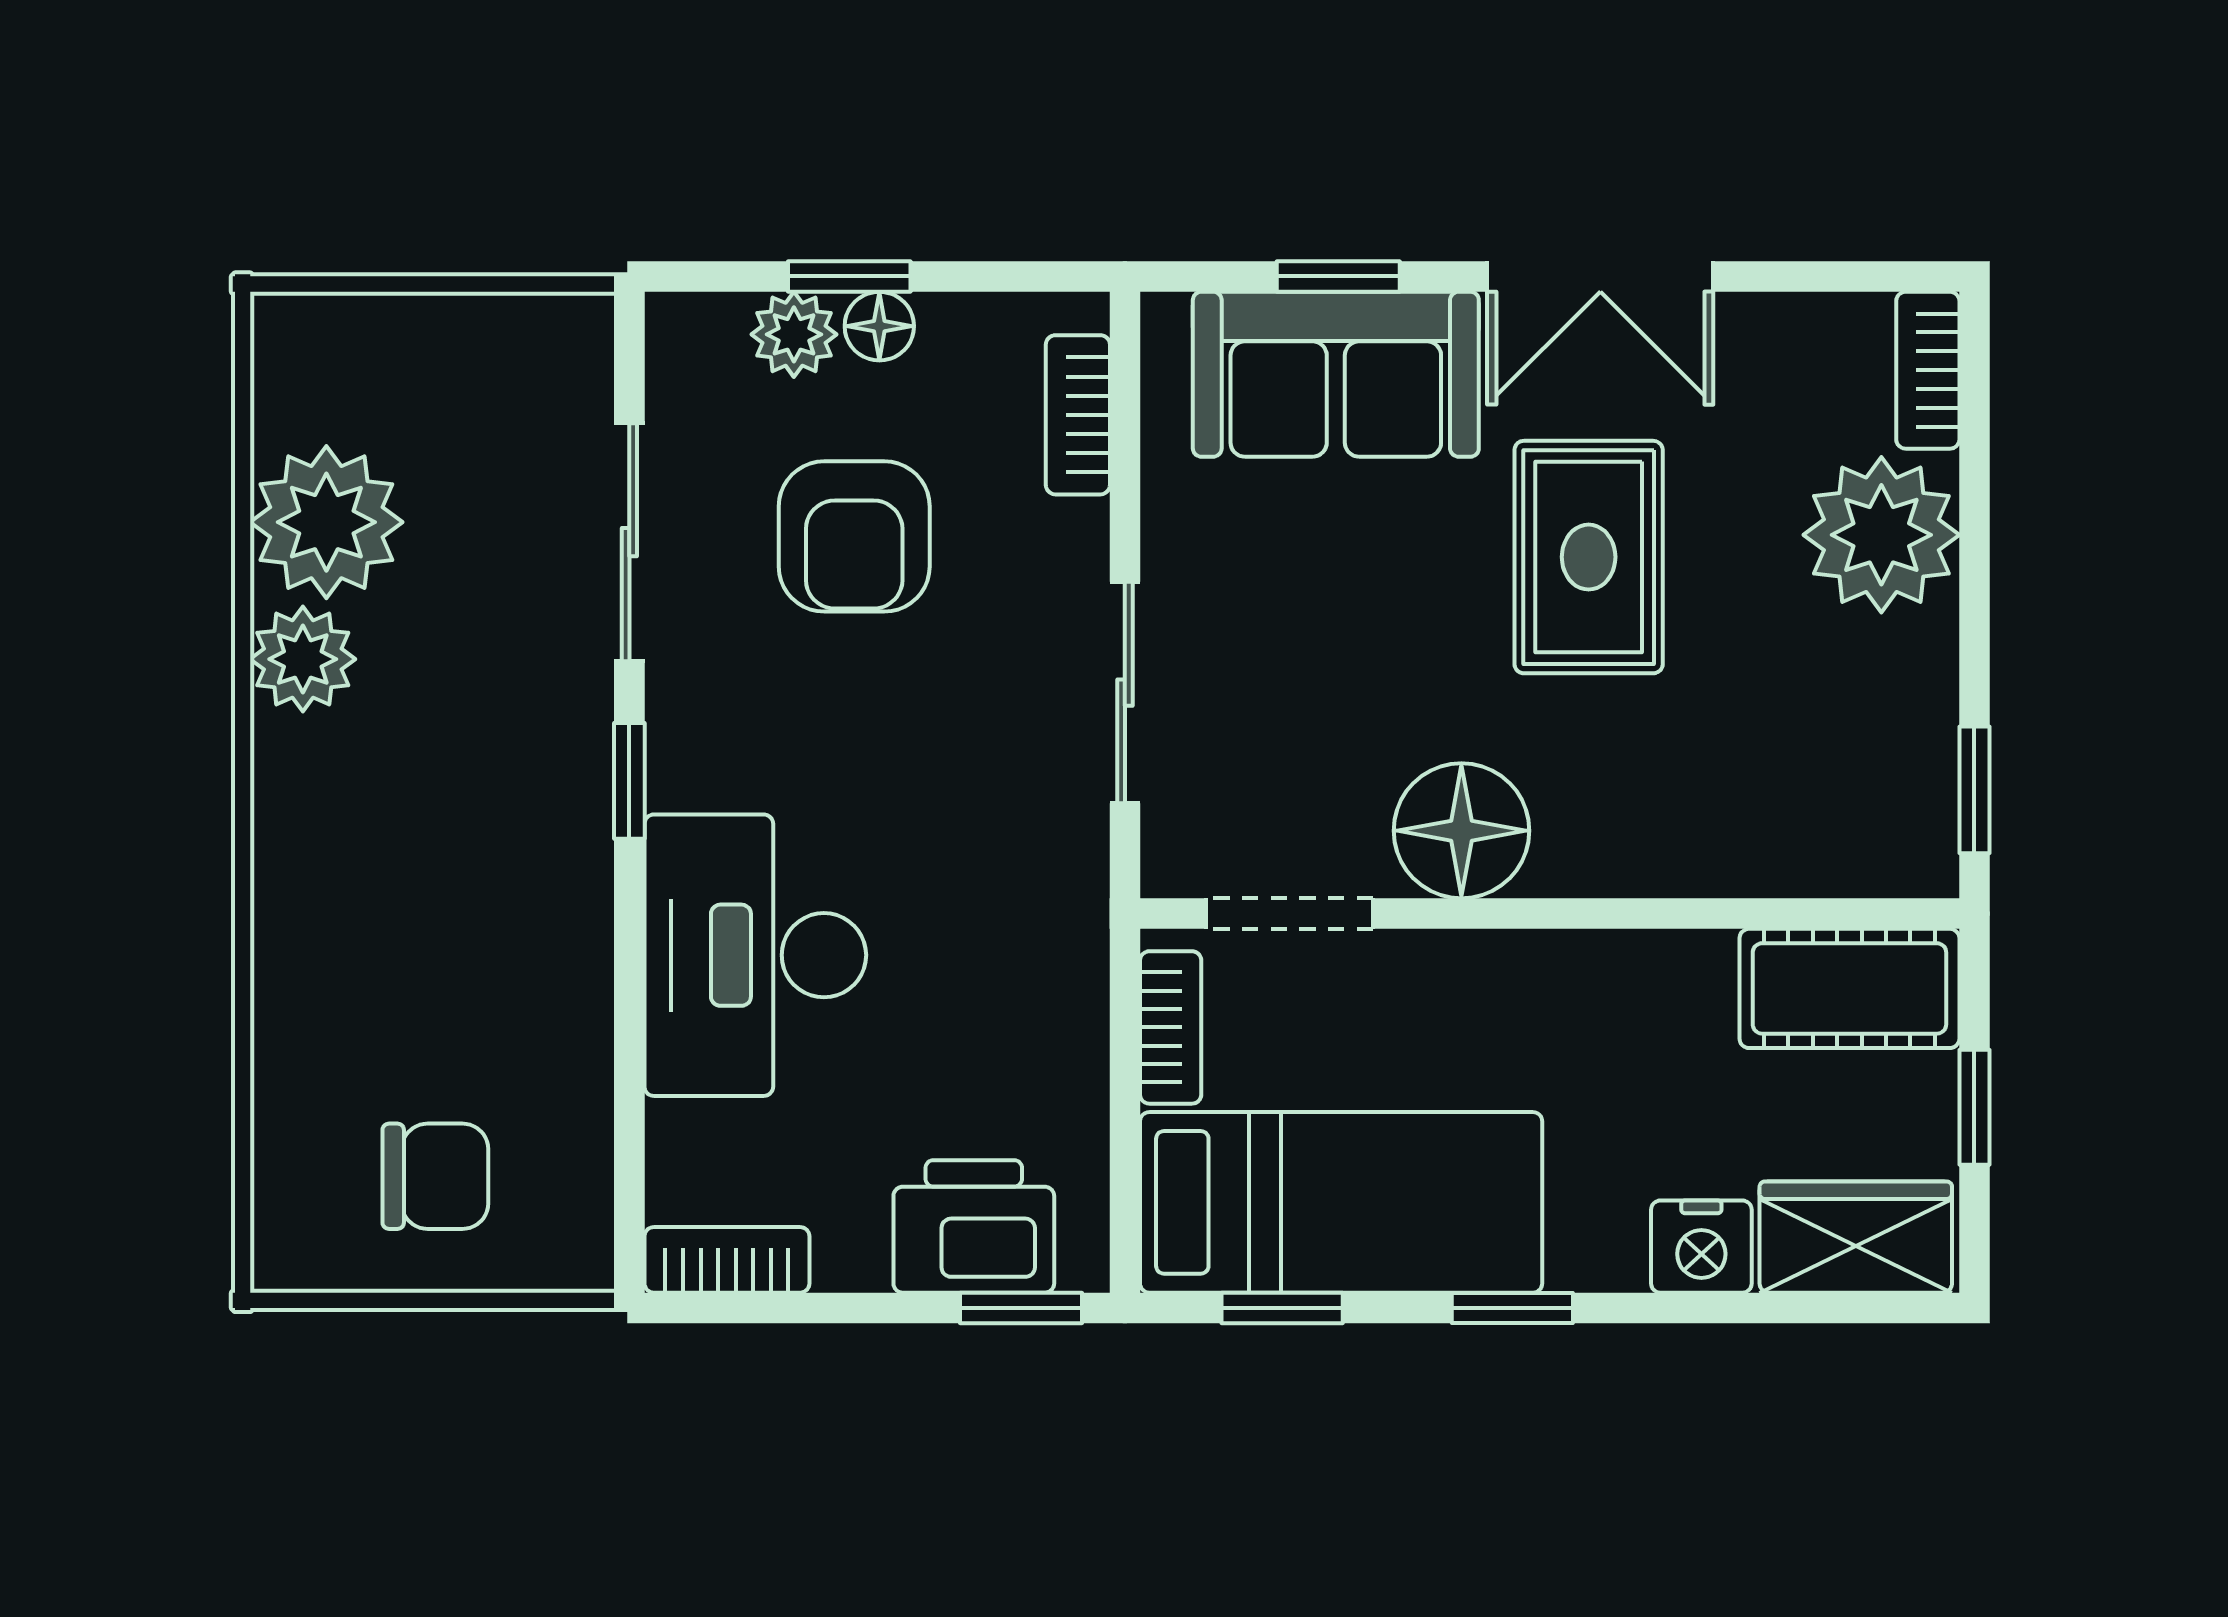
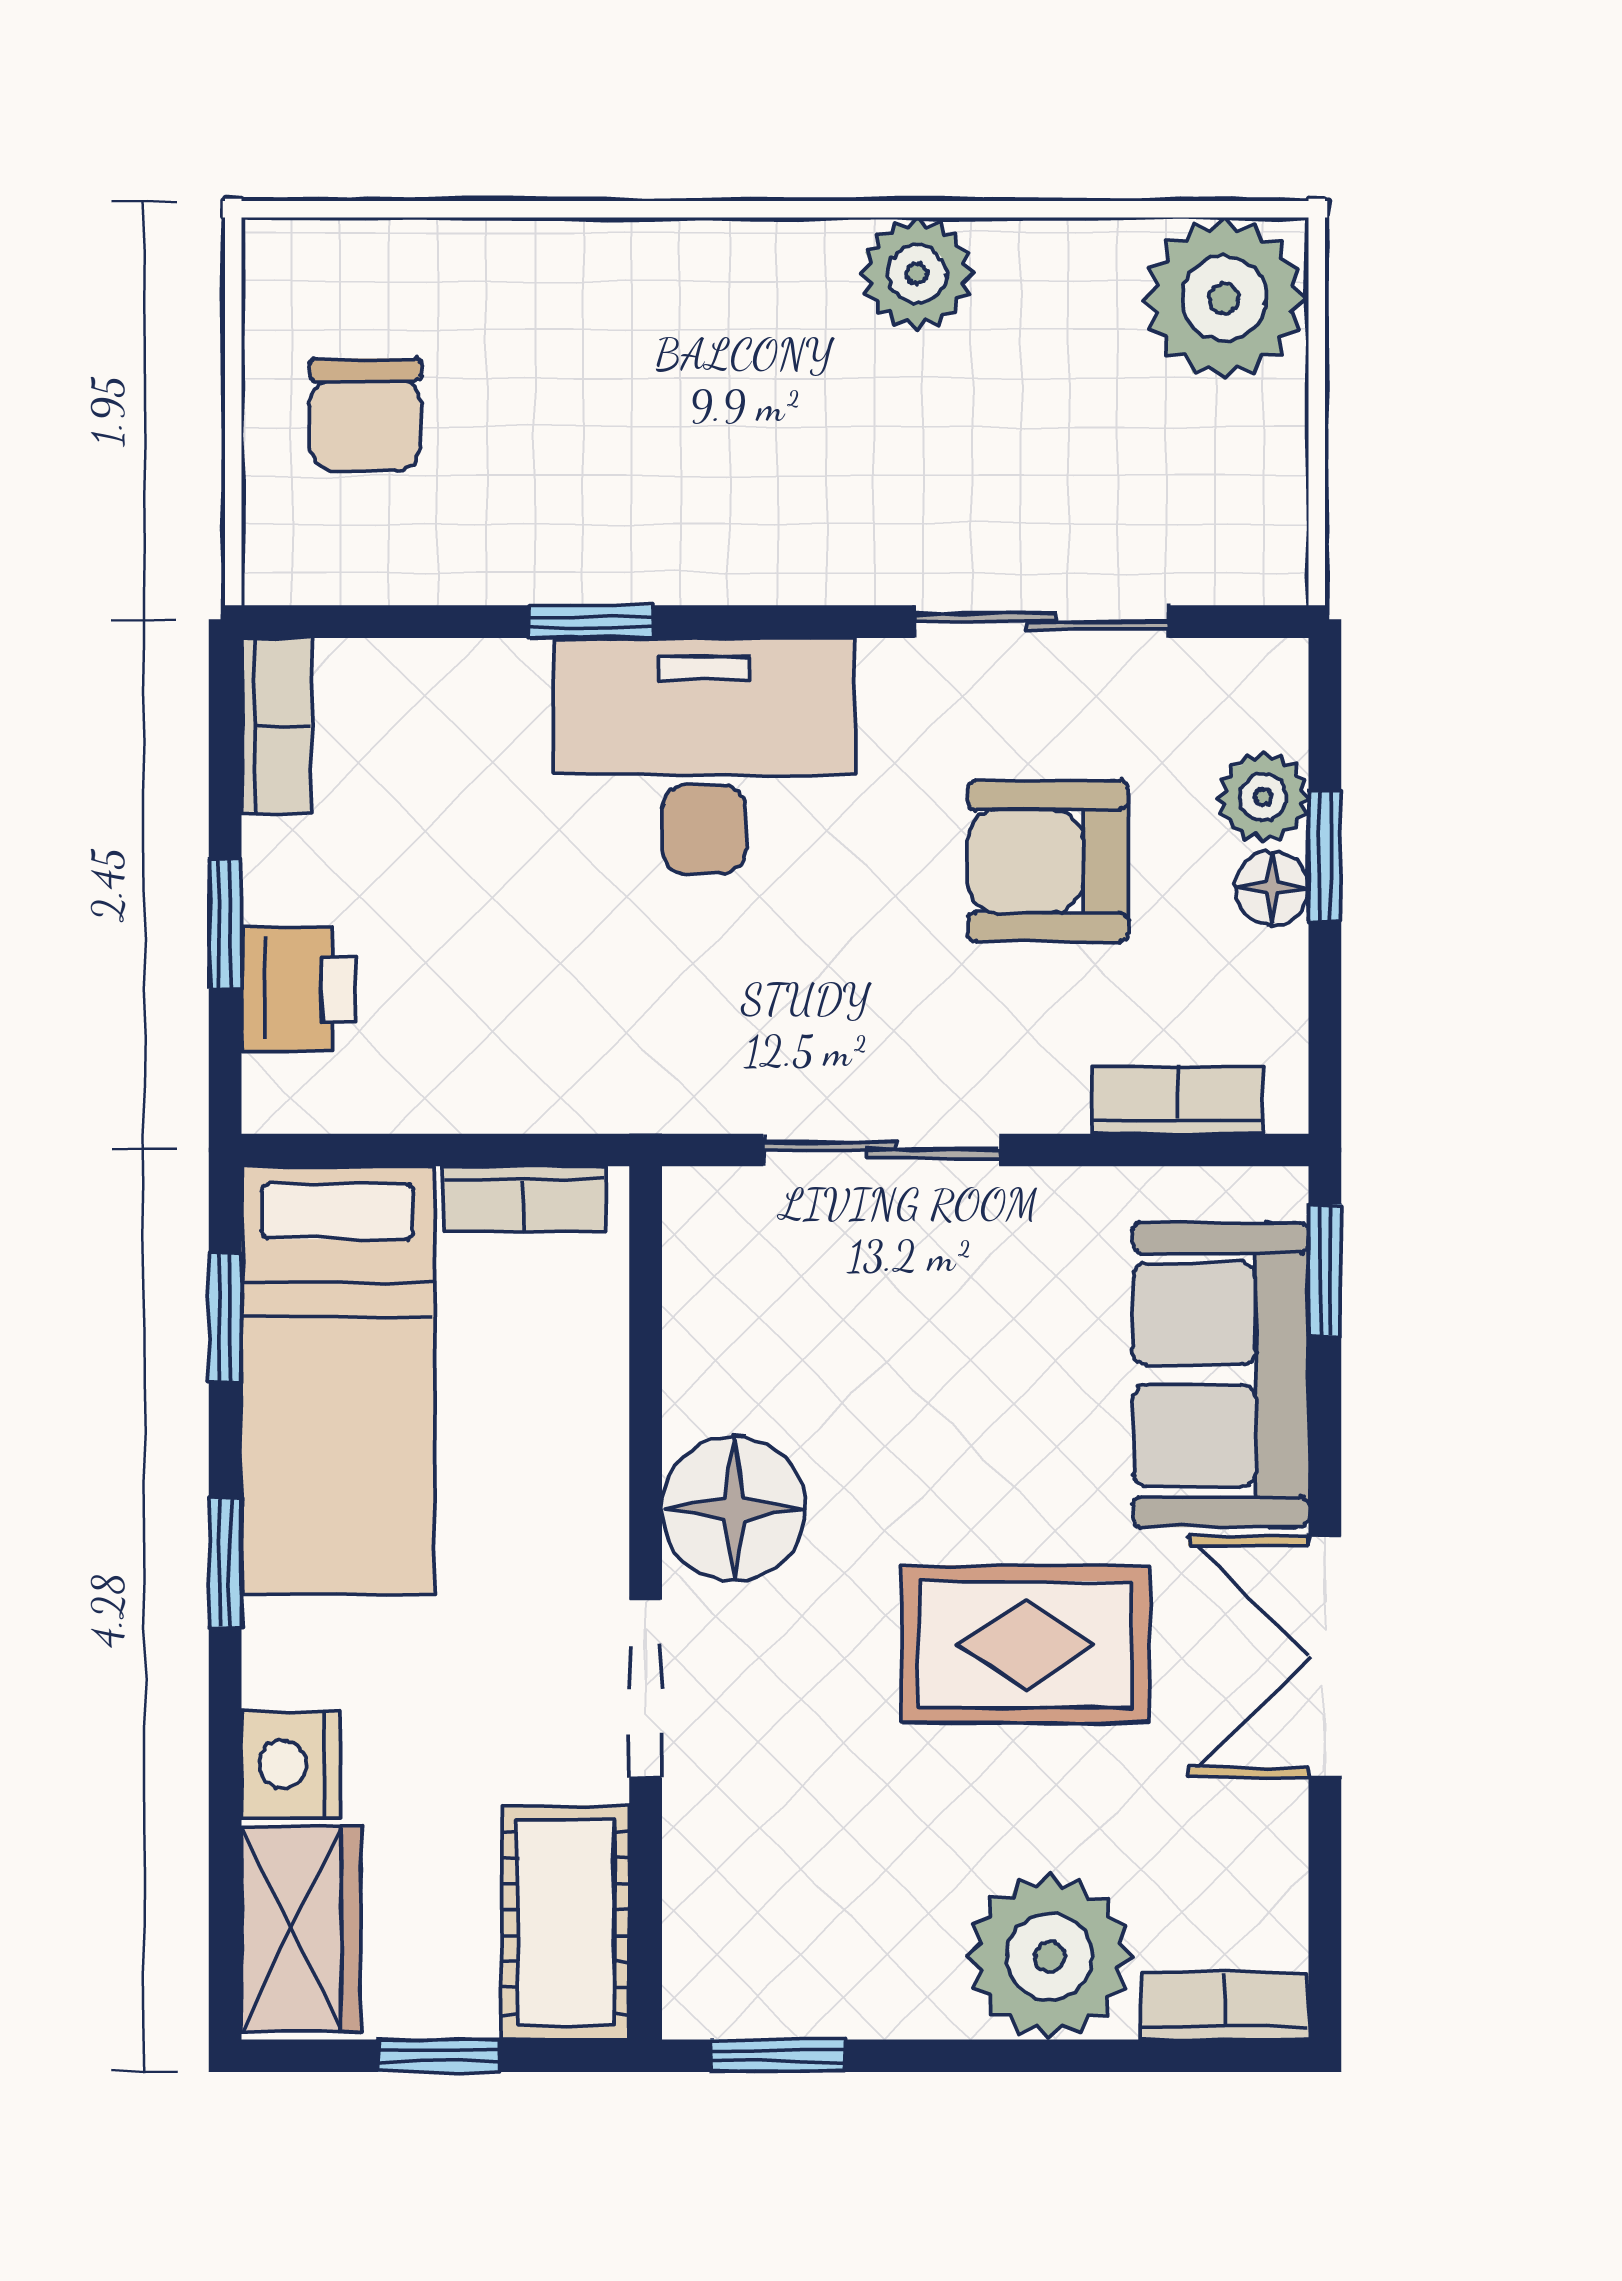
window: (1338, 276) -> (1325, 1270), moved
plant: (326, 522) -> (1224, 299), moved
window: (629, 781) -> (591, 622), moved
doorway: (1290, 914) -> (646, 1689), moved
desk: (755, 955) -> (704, 756), moved
printer: (974, 1226) -> (298, 989), width x0.73, depth x0.81
window: (1021, 1308) -> (225, 924), moved

